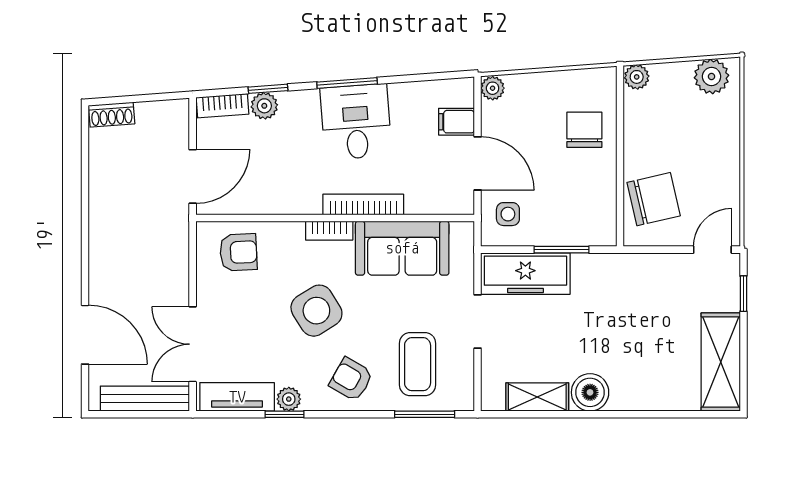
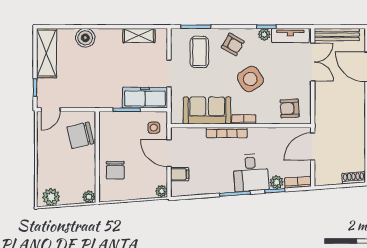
desk: (356, 122) -> (251, 173), moved
boiler: (590, 392) -> (85, 38), moved

